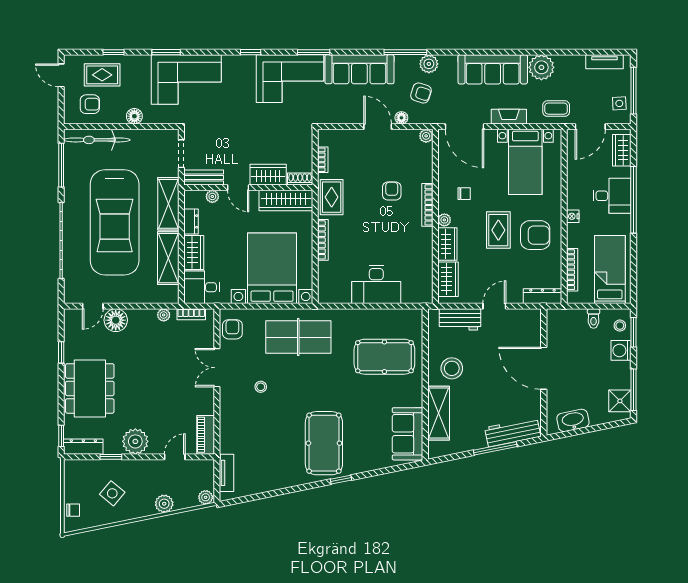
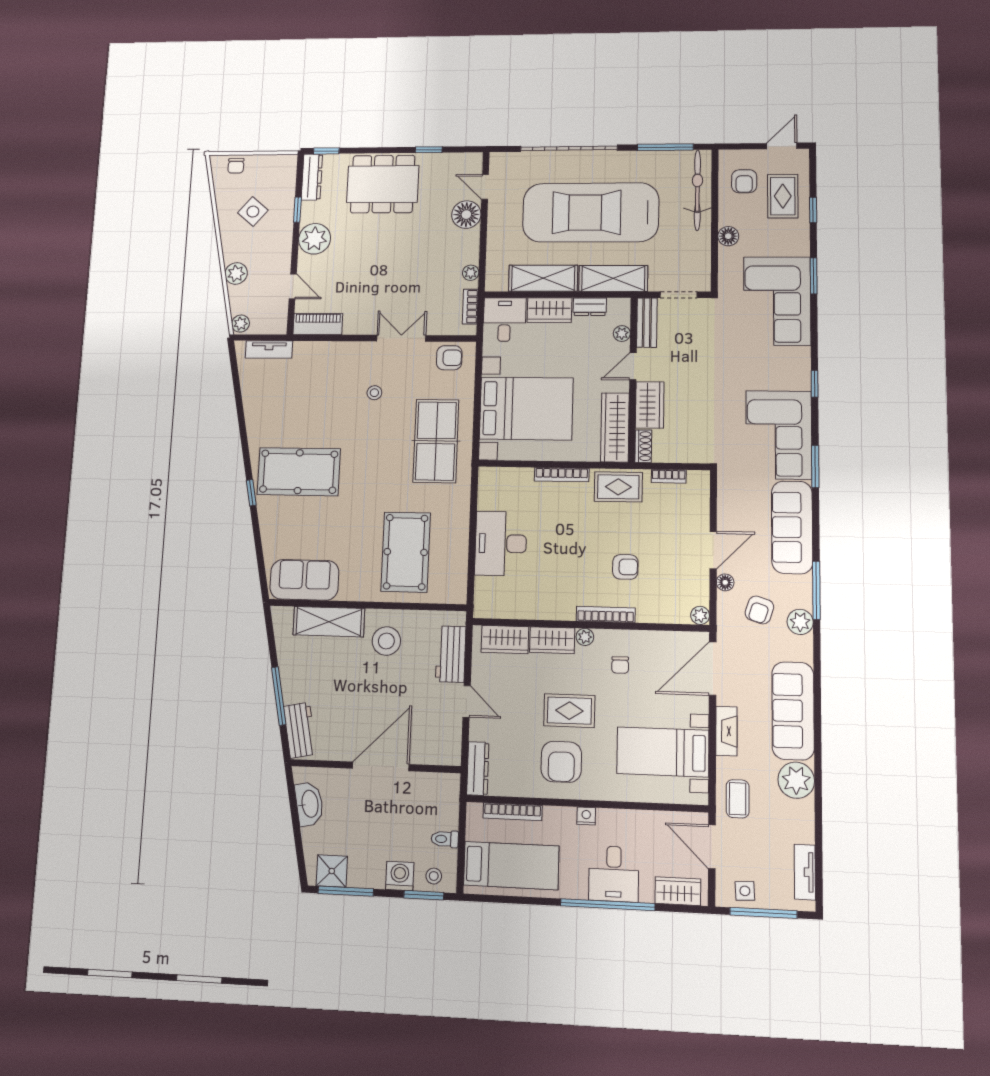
workbench: (513, 432) -> (300, 730), width x0.73

